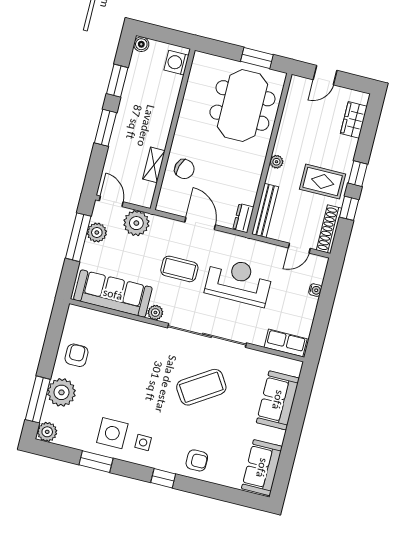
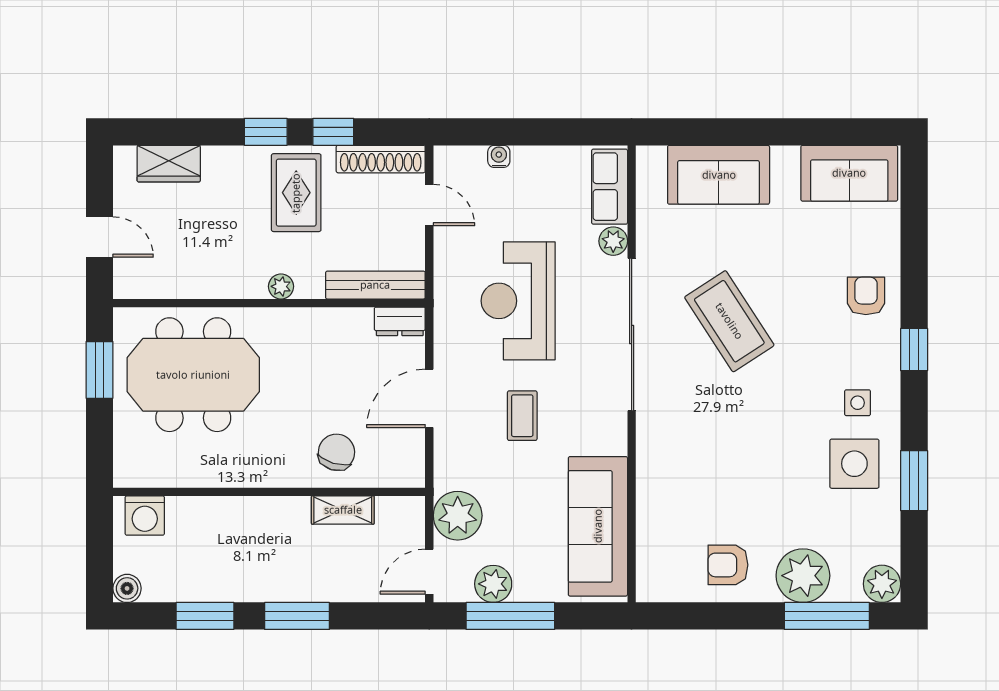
coffee table: (179, 269) -> (522, 416), width x0.73, depth x0.77
plant: (155, 313) -> (613, 241), moved

